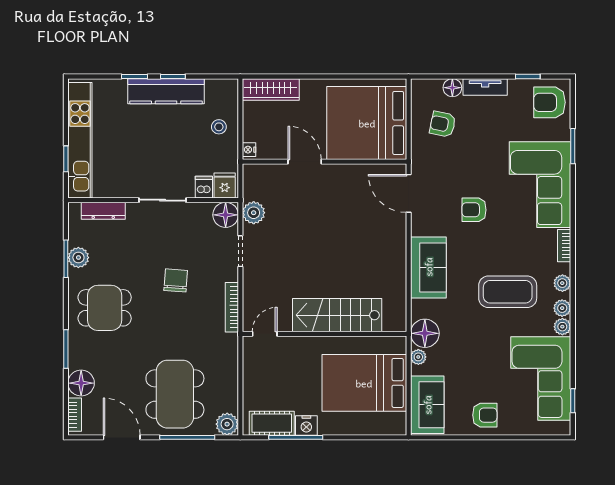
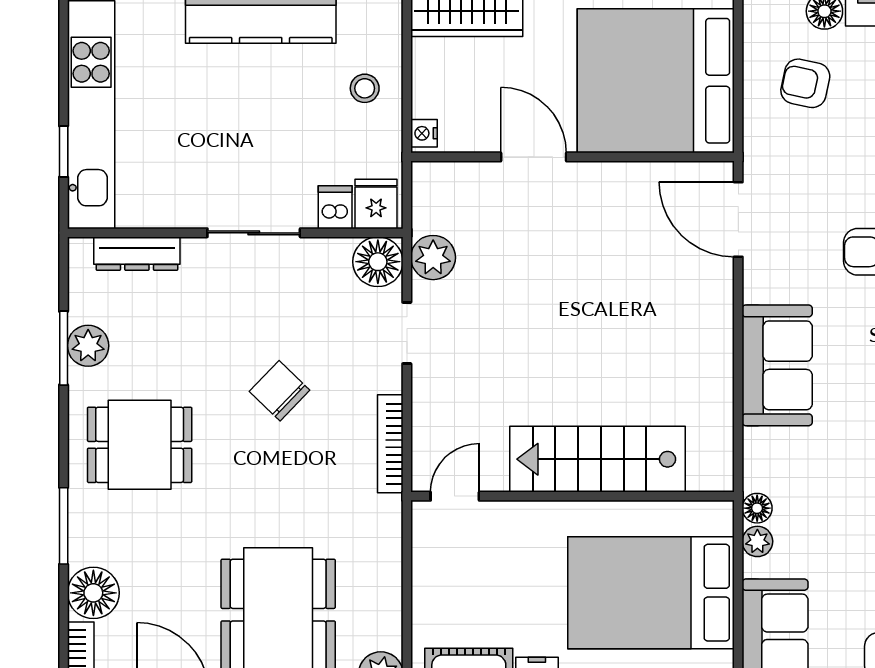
chair: (176, 280) -> (280, 391), turned -50
floor lamp: (425, 333) -> (757, 508), width x0.53, depth x0.53

